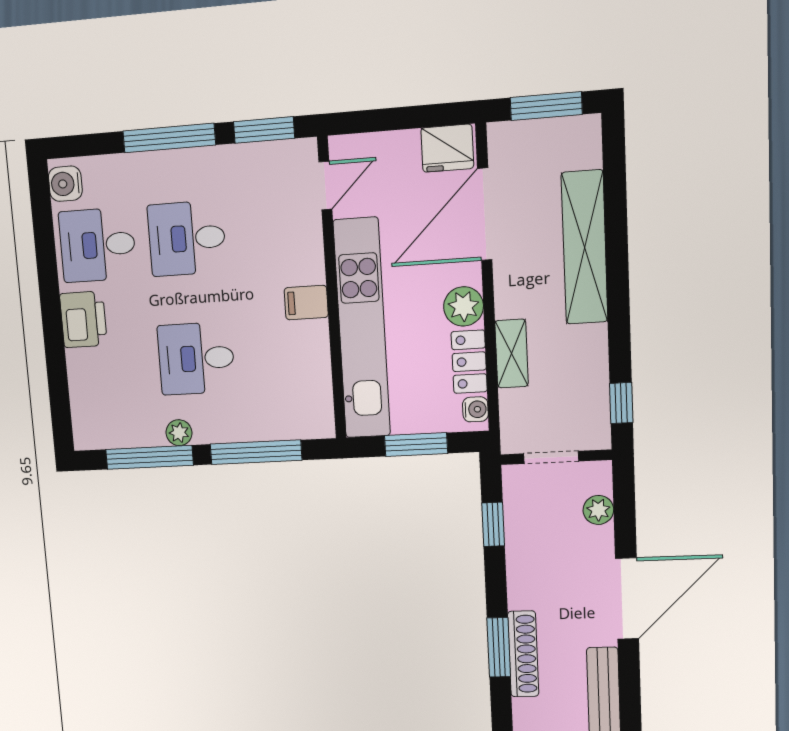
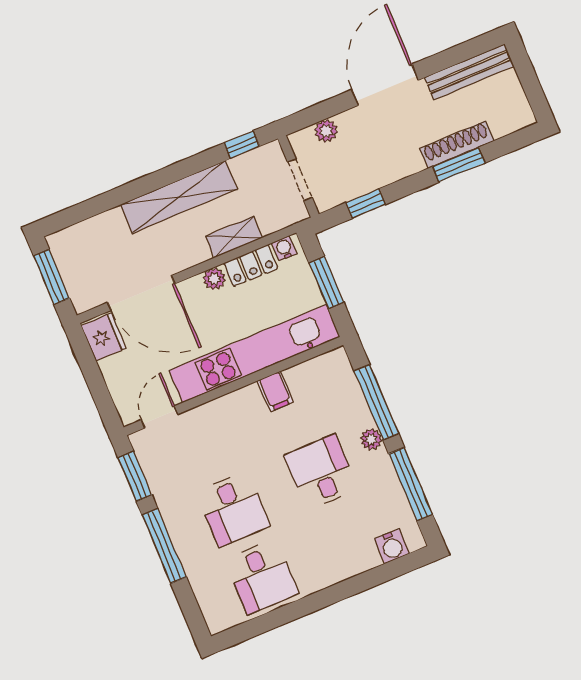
water cooler: (65, 184) -> (392, 546), moved
door: (325, 186) -> (160, 417), hinge flipped
shelving: (585, 247) -> (179, 197), moved
filing cabinet: (306, 303) -> (275, 391), moved
plant: (464, 306) -> (214, 279), width x0.73, depth x0.73
printer: (83, 319) -> (322, 570), removed
desk: (196, 358) -> (321, 472), turned 180
plant: (179, 433) -> (371, 439), moved
door: (627, 599) -> (385, 85), hinge flipped

